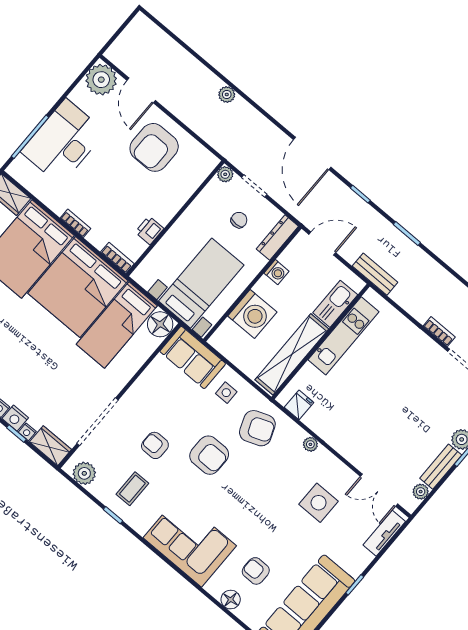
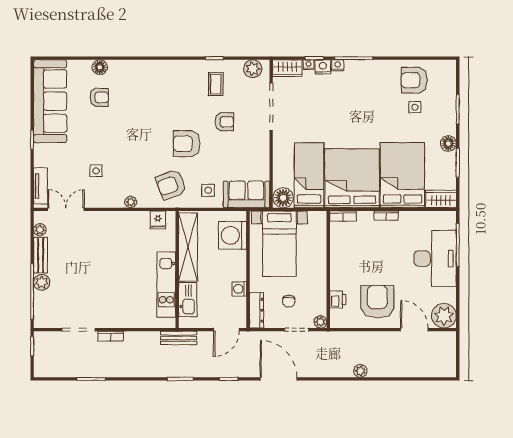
printer: (149, 230) -> (338, 300), moved
washing machine: (252, 314) -> (233, 235), moved
side table: (319, 503) -> (96, 171), width x0.54, depth x0.54
corner sofa: (190, 542) -> (154, 81), removed

